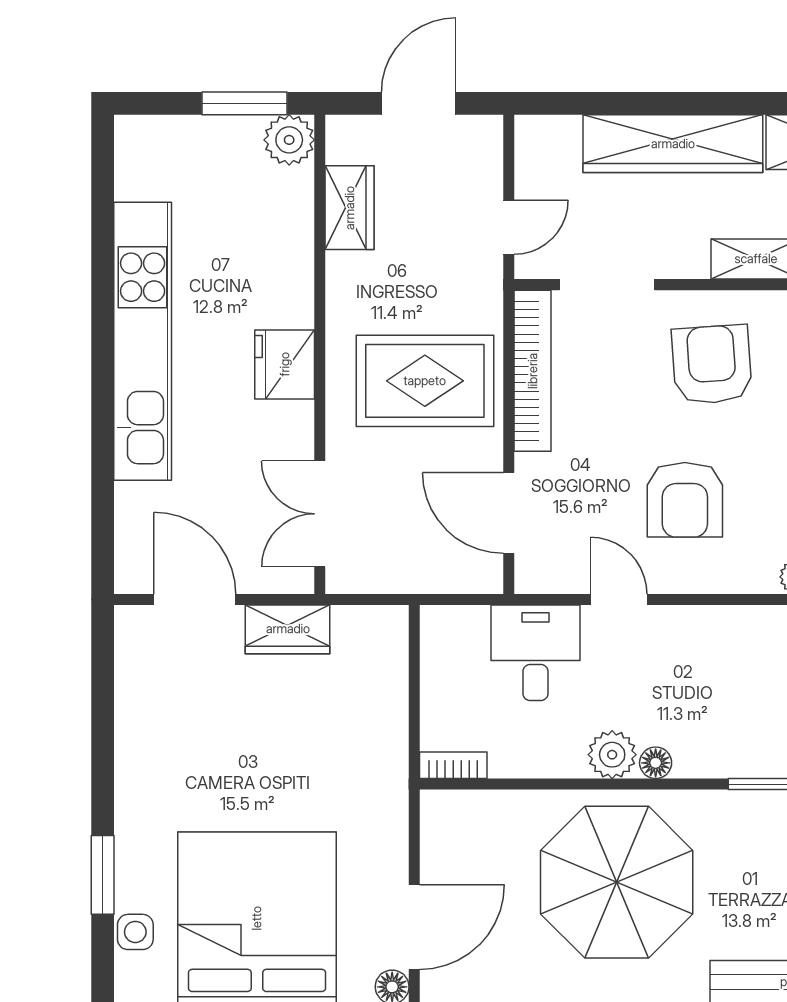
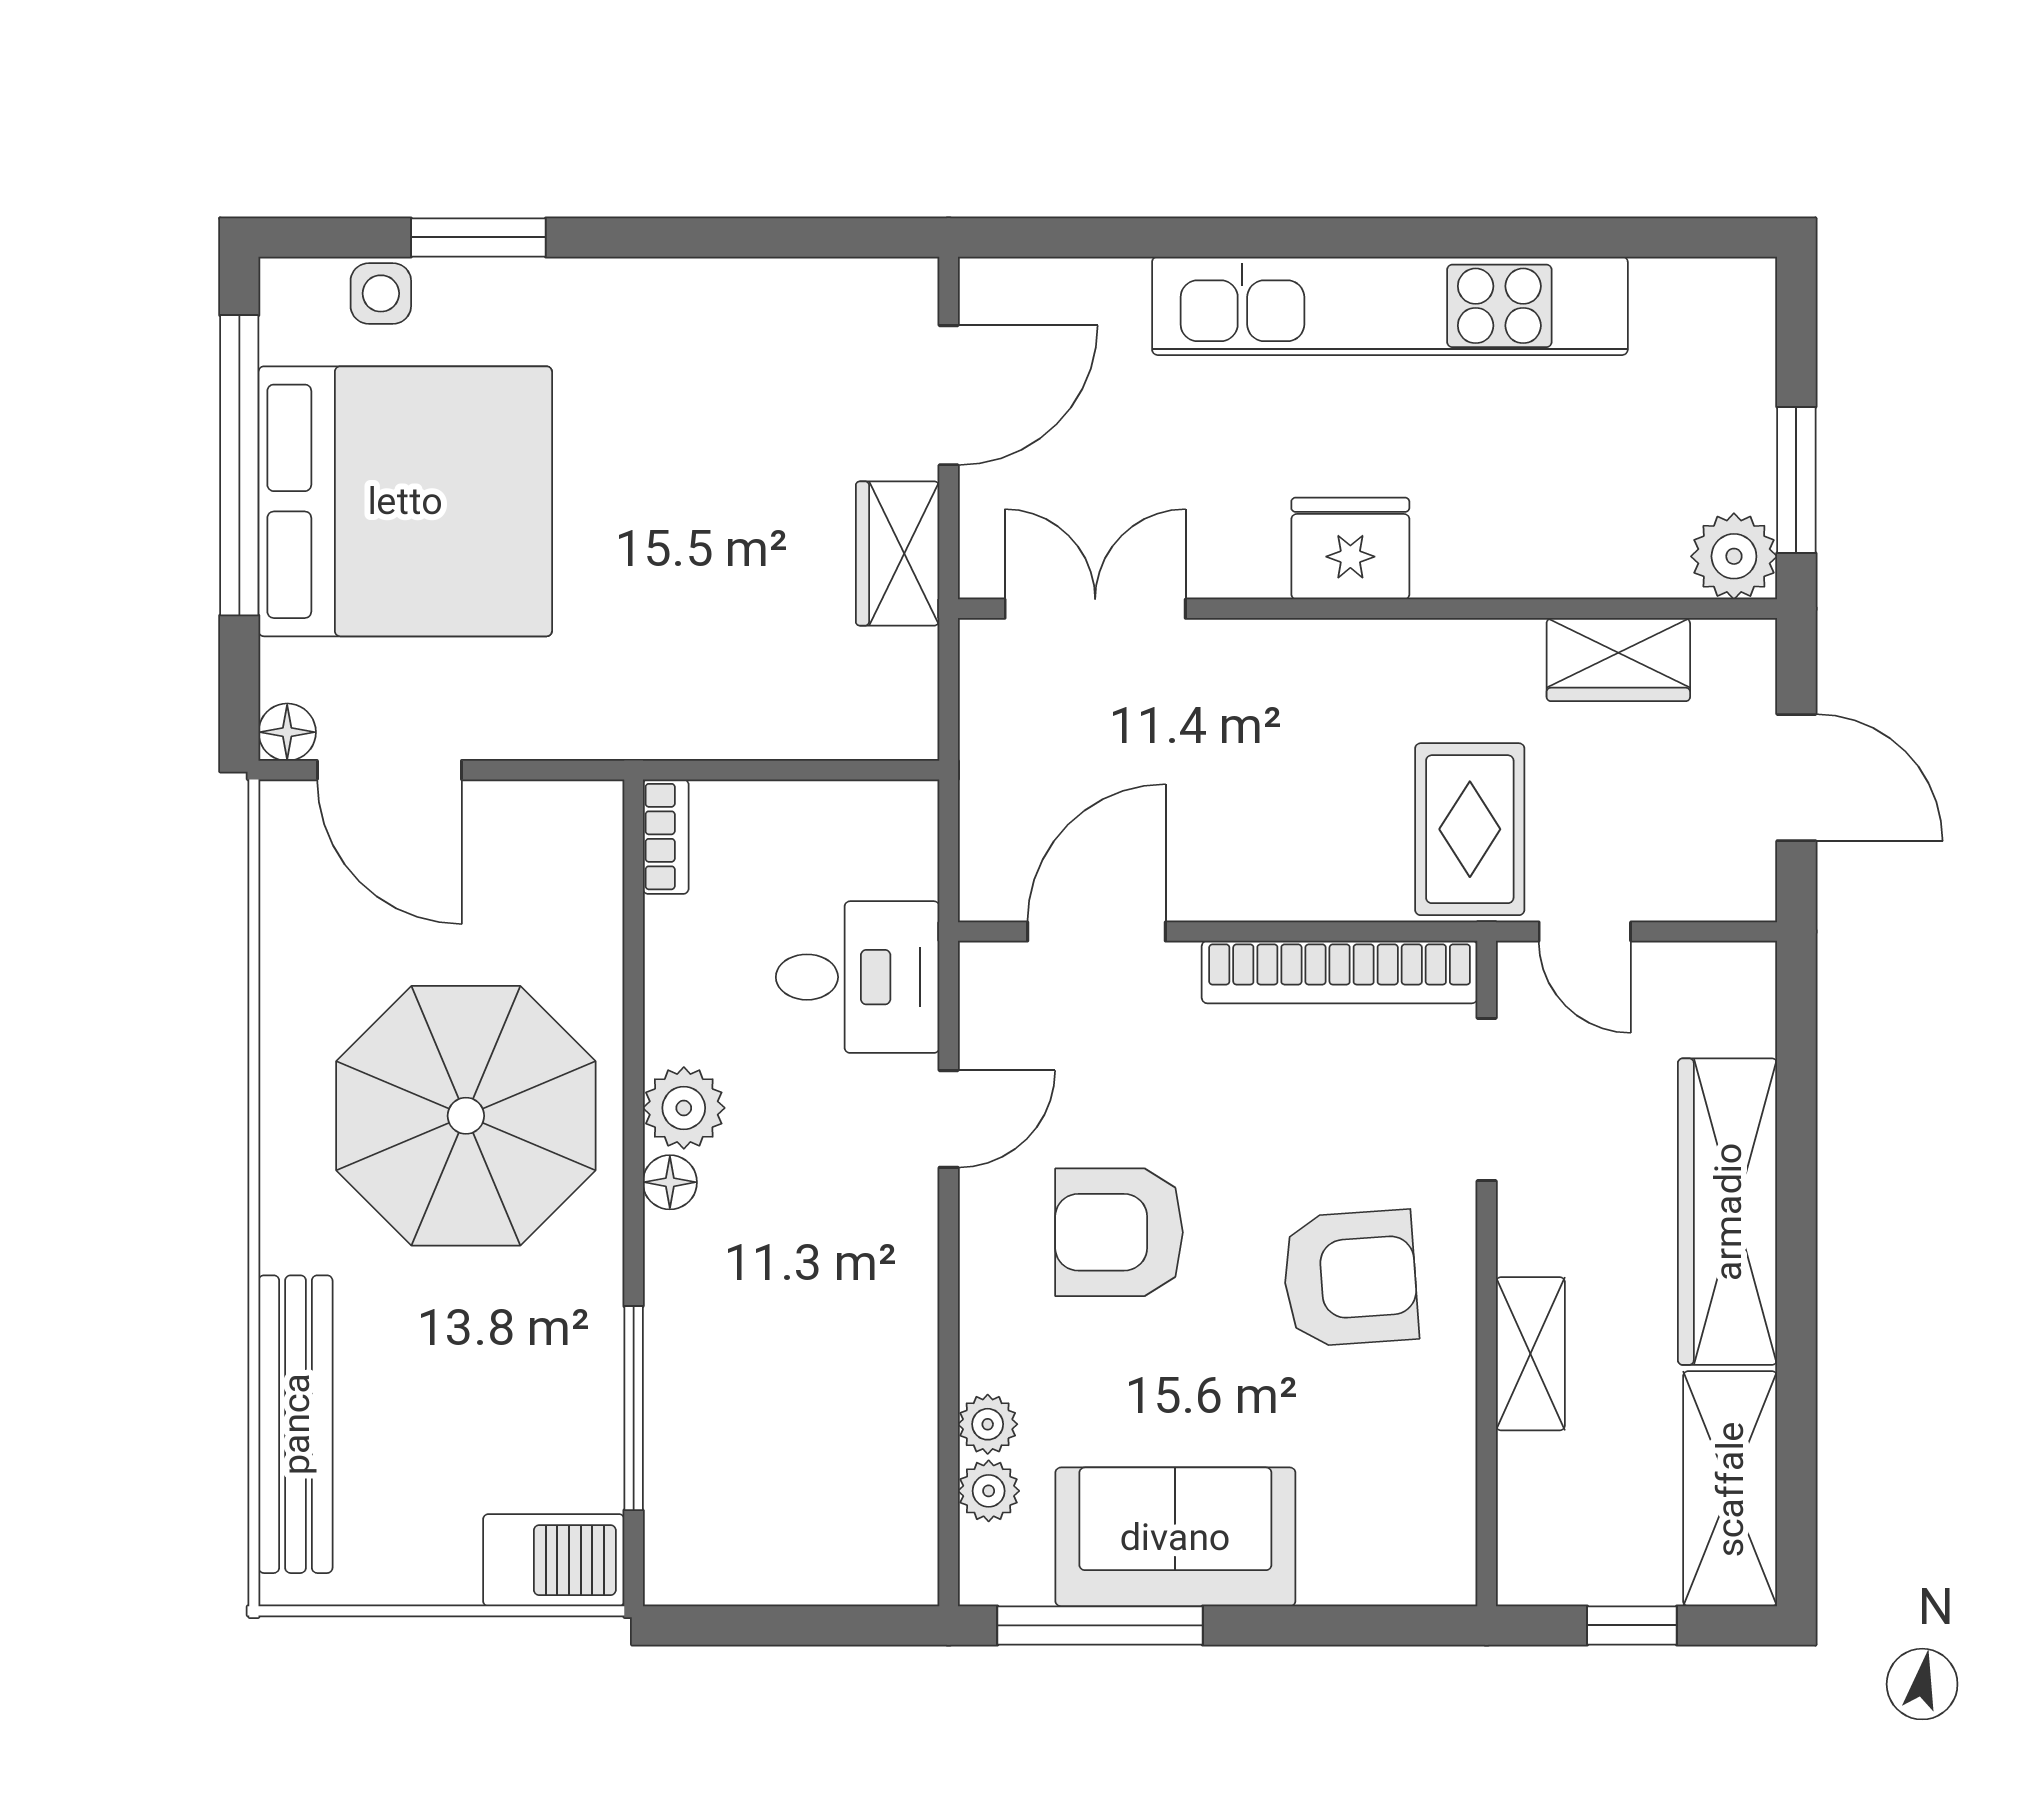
rug: (425, 381) -> (1470, 829), moved, width x0.73, depth x0.70

